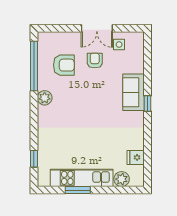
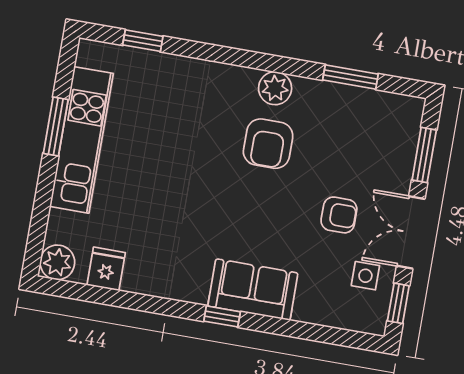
window: (62, 28) -> (424, 155), added
window: (128, 28) -> (398, 303), added
armchair: (64, 65) -> (268, 144), moved
window: (34, 66) -> (350, 77), width x0.47
plant: (122, 179) -> (57, 262), moved

